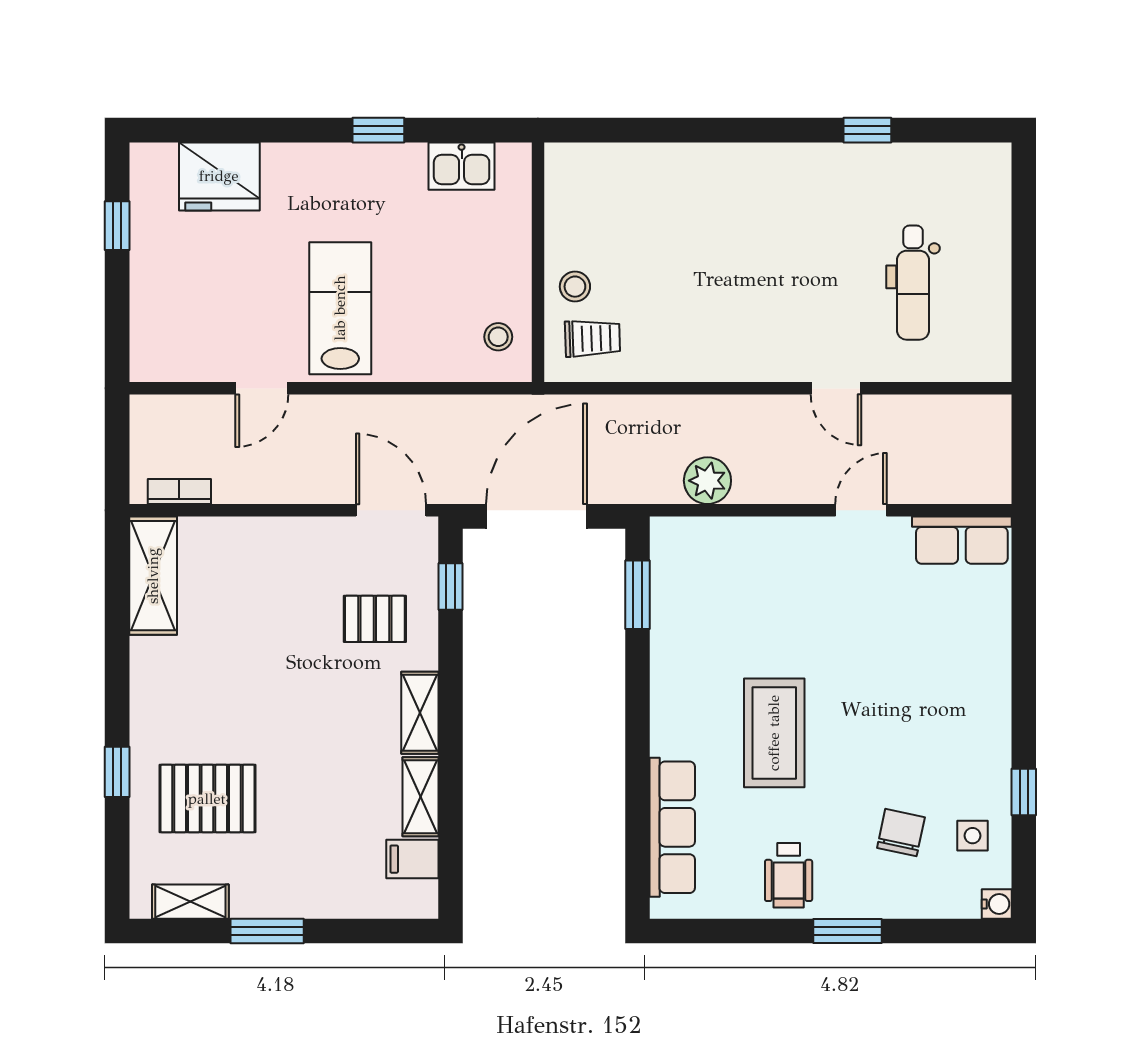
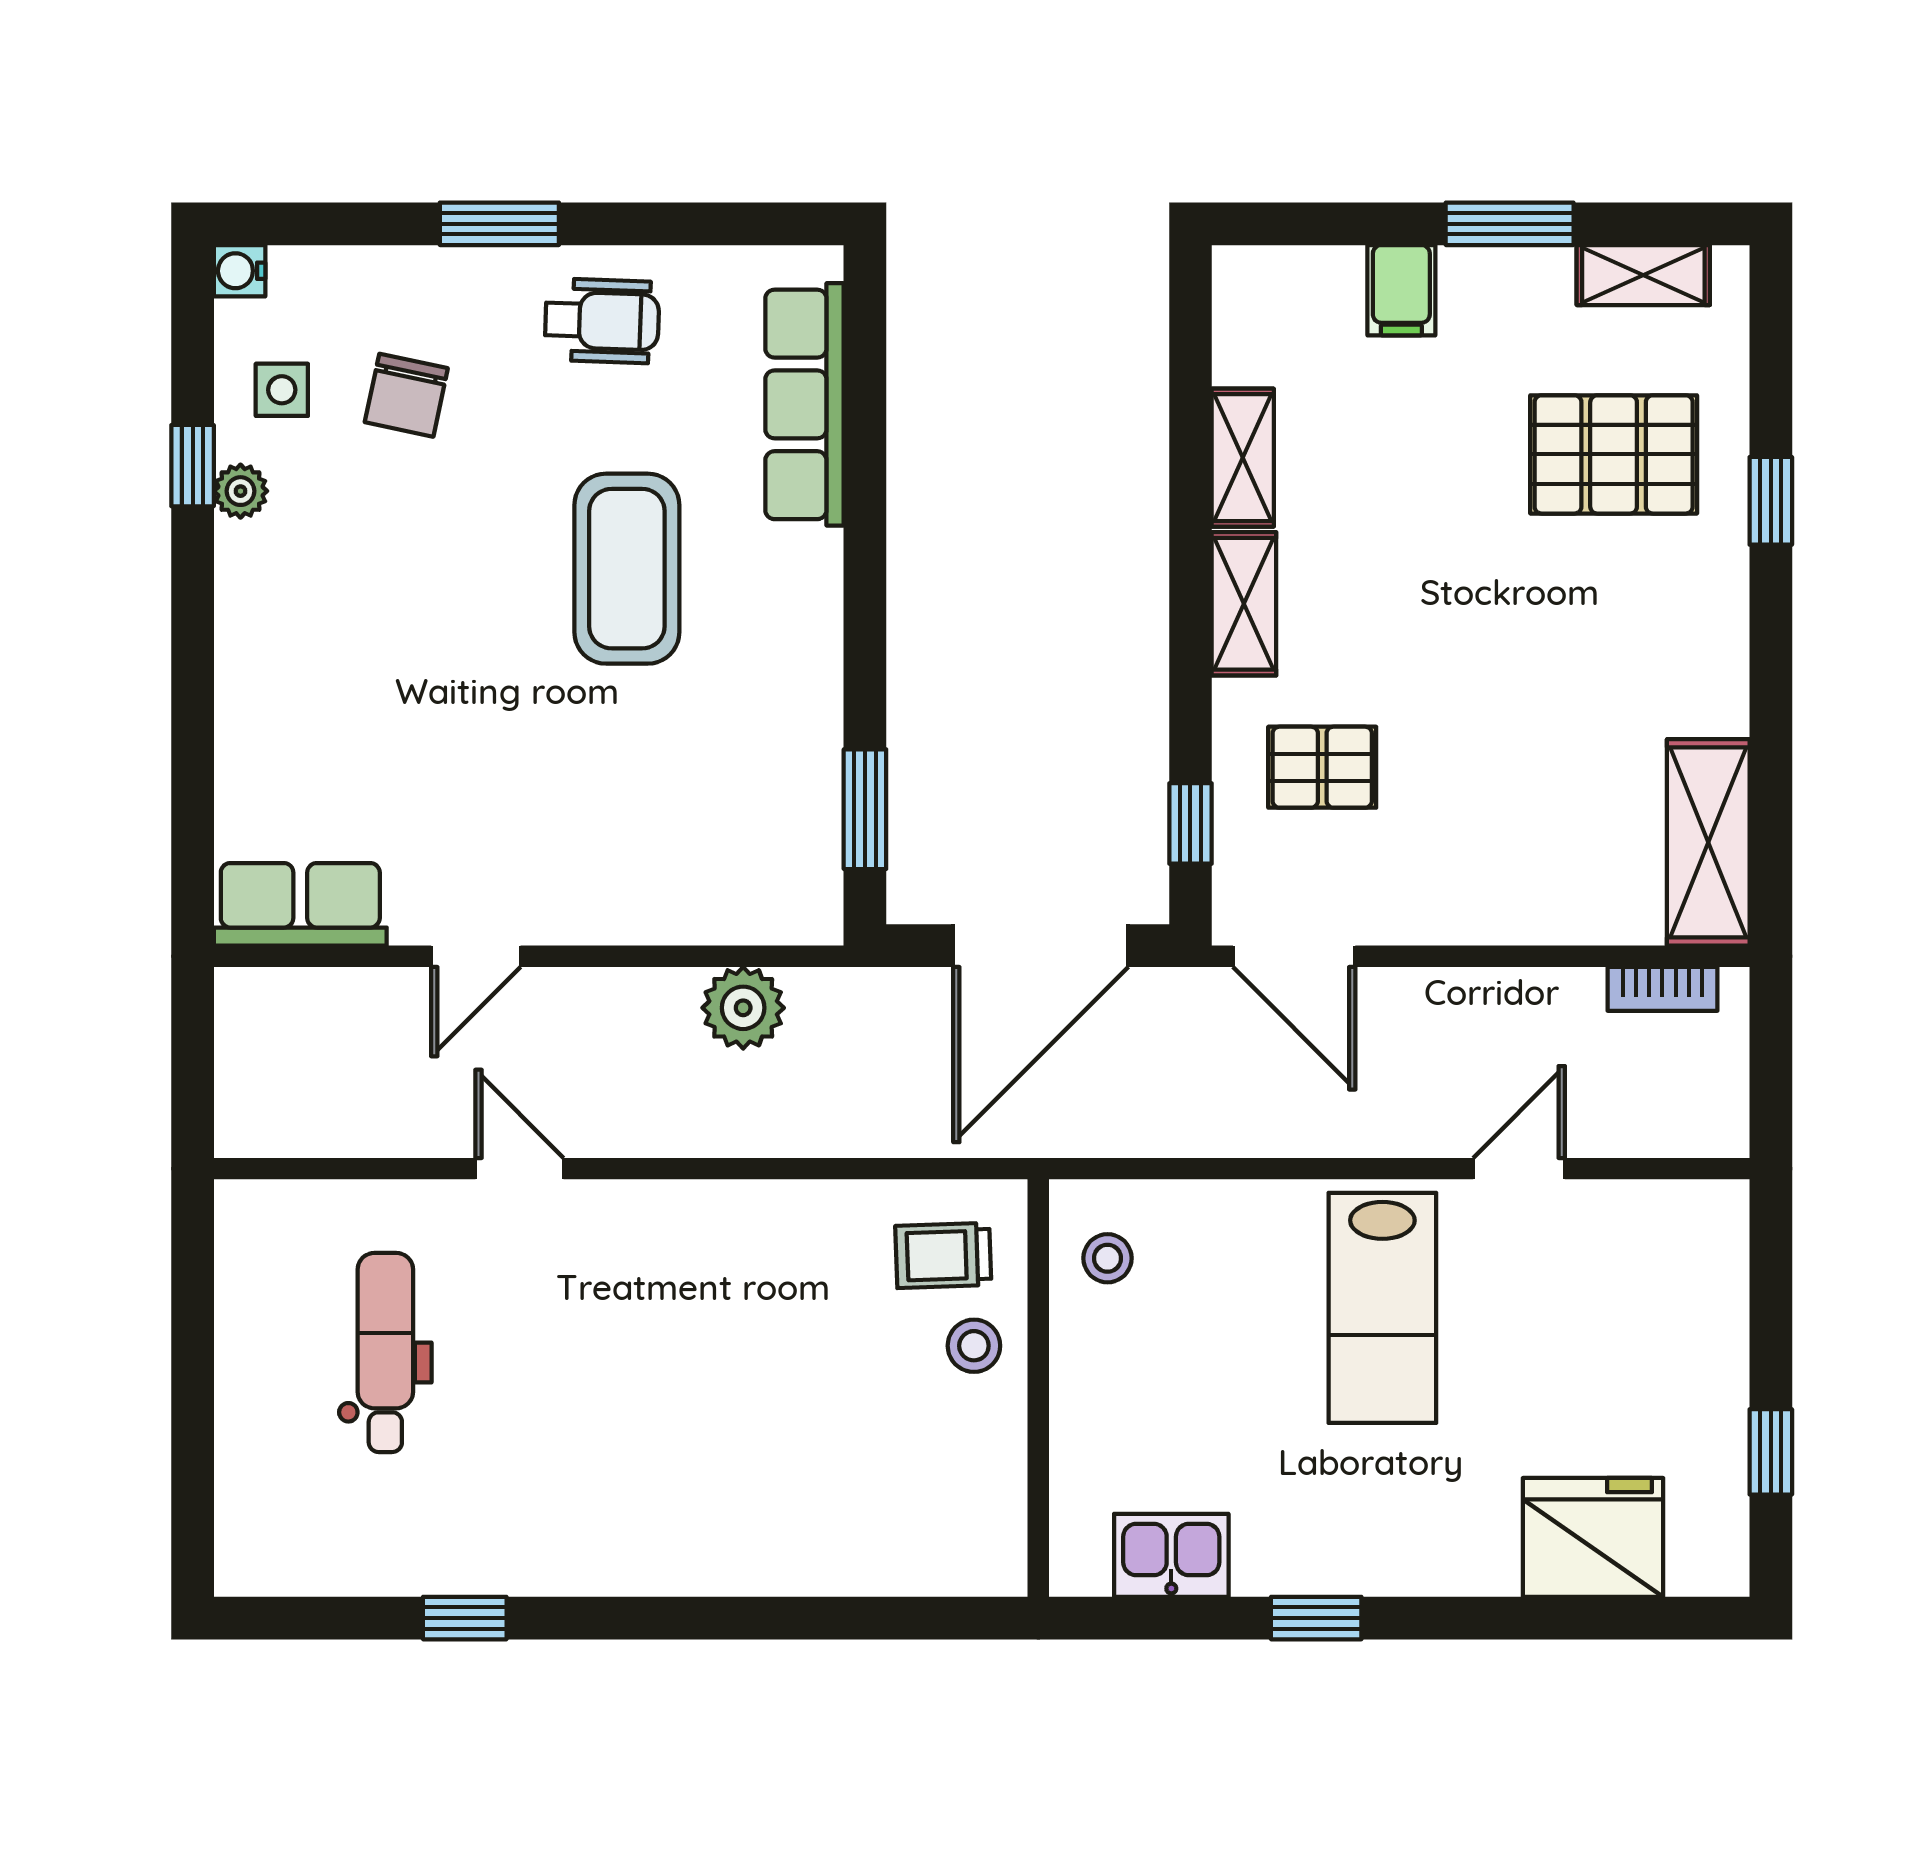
plant: (996, 777) -> (240, 491), added
filing cabinet: (412, 859) -> (1401, 290), moved, turned 90
wheelchair: (789, 875) -> (602, 321), turned 92

